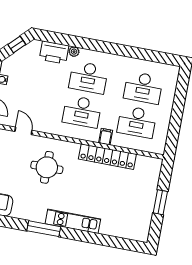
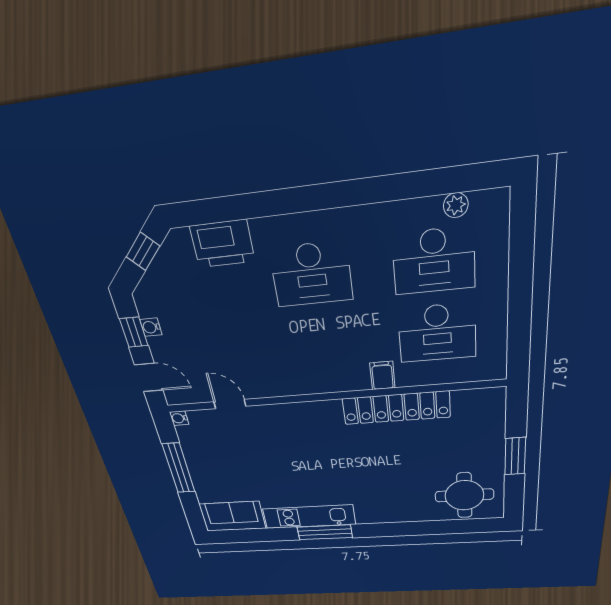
plant: (74, 52) -> (456, 205), moved
desk: (82, 112) -> (322, 343), removed
round table: (47, 167) -> (464, 495), moved
kitchen unit: (73, 221) -> (309, 517), moved

